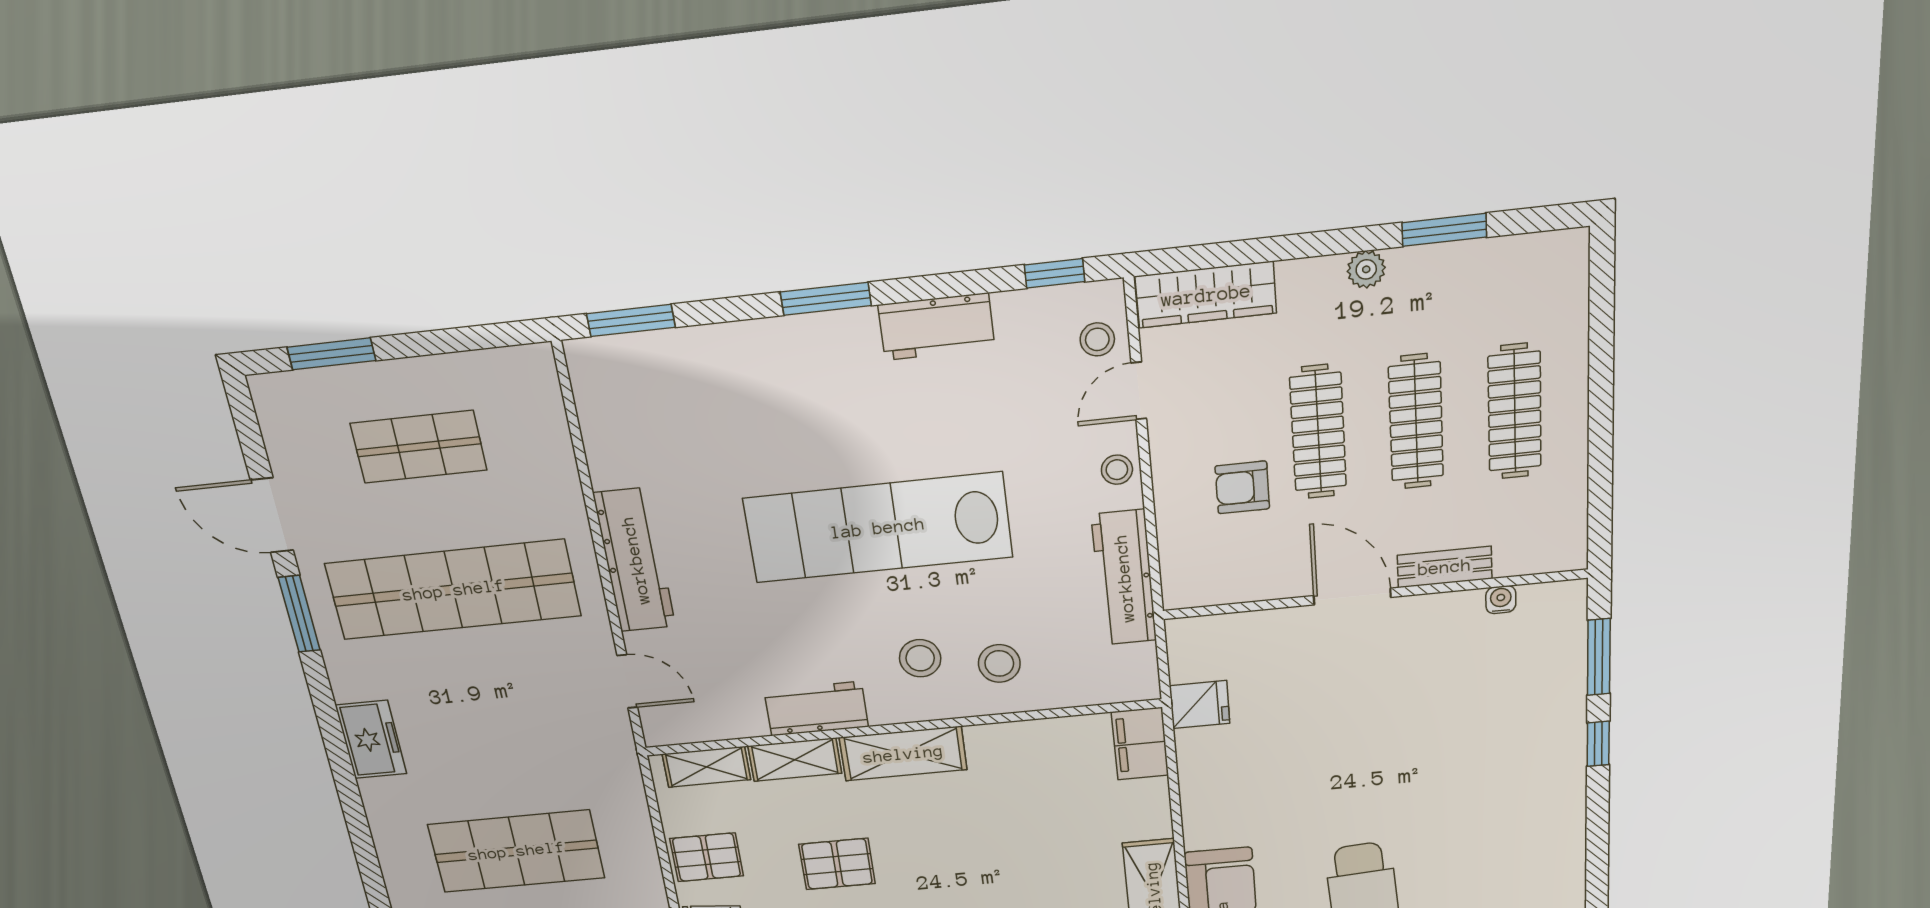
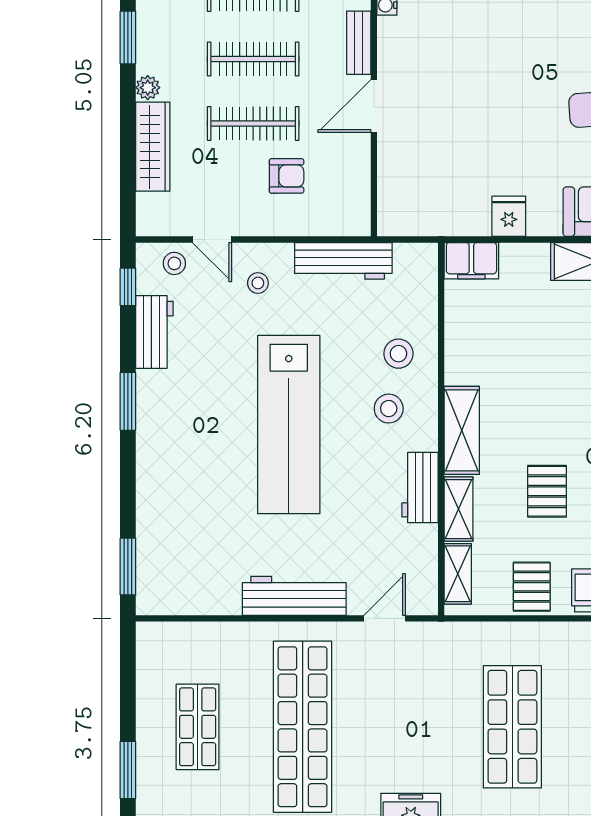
wardrobe: (1206, 295) -> (153, 147), moved
window: (826, 299) -> (128, 401), moved
workbench: (937, 327) -> (154, 332), moved
stool: (1117, 470) -> (258, 283), moved
armchair: (1242, 487) -> (287, 176), turned -90
fridge: (1200, 704) -> (509, 216), moved

